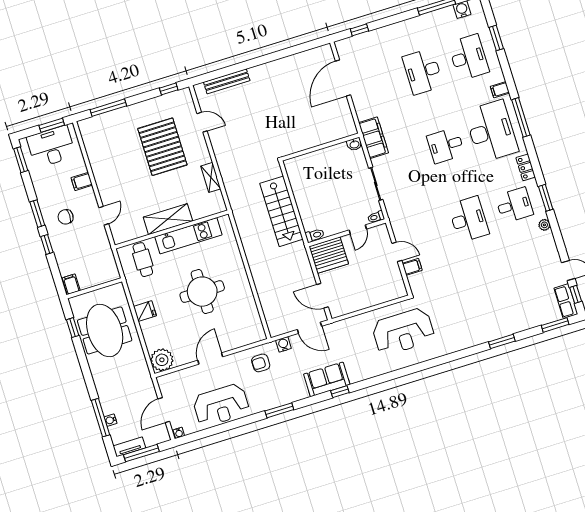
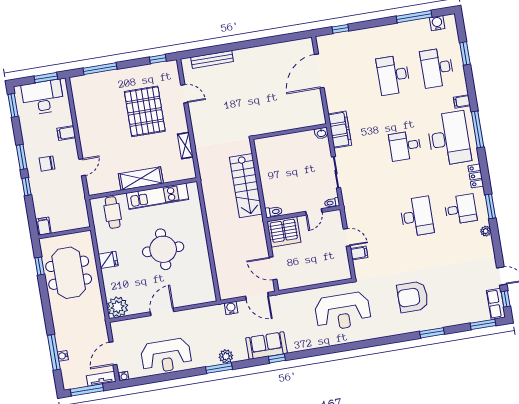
desk: (469, 57) -> (437, 68), turned 180
armchair: (261, 363) -> (413, 297), moved, width x1.88, depth x1.88
plant: (285, 397) -> (226, 356), added
tv unit: (129, 447) -> (101, 379), moved

